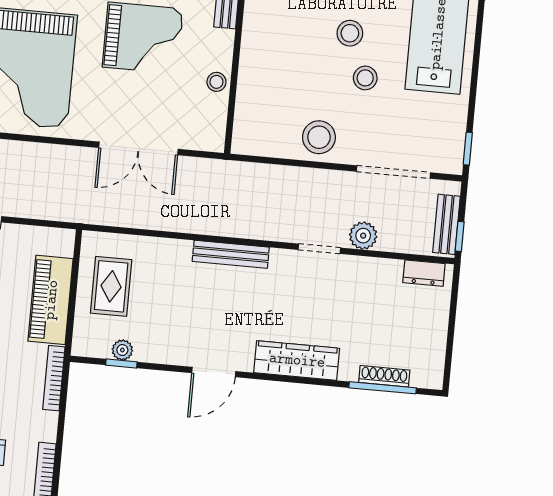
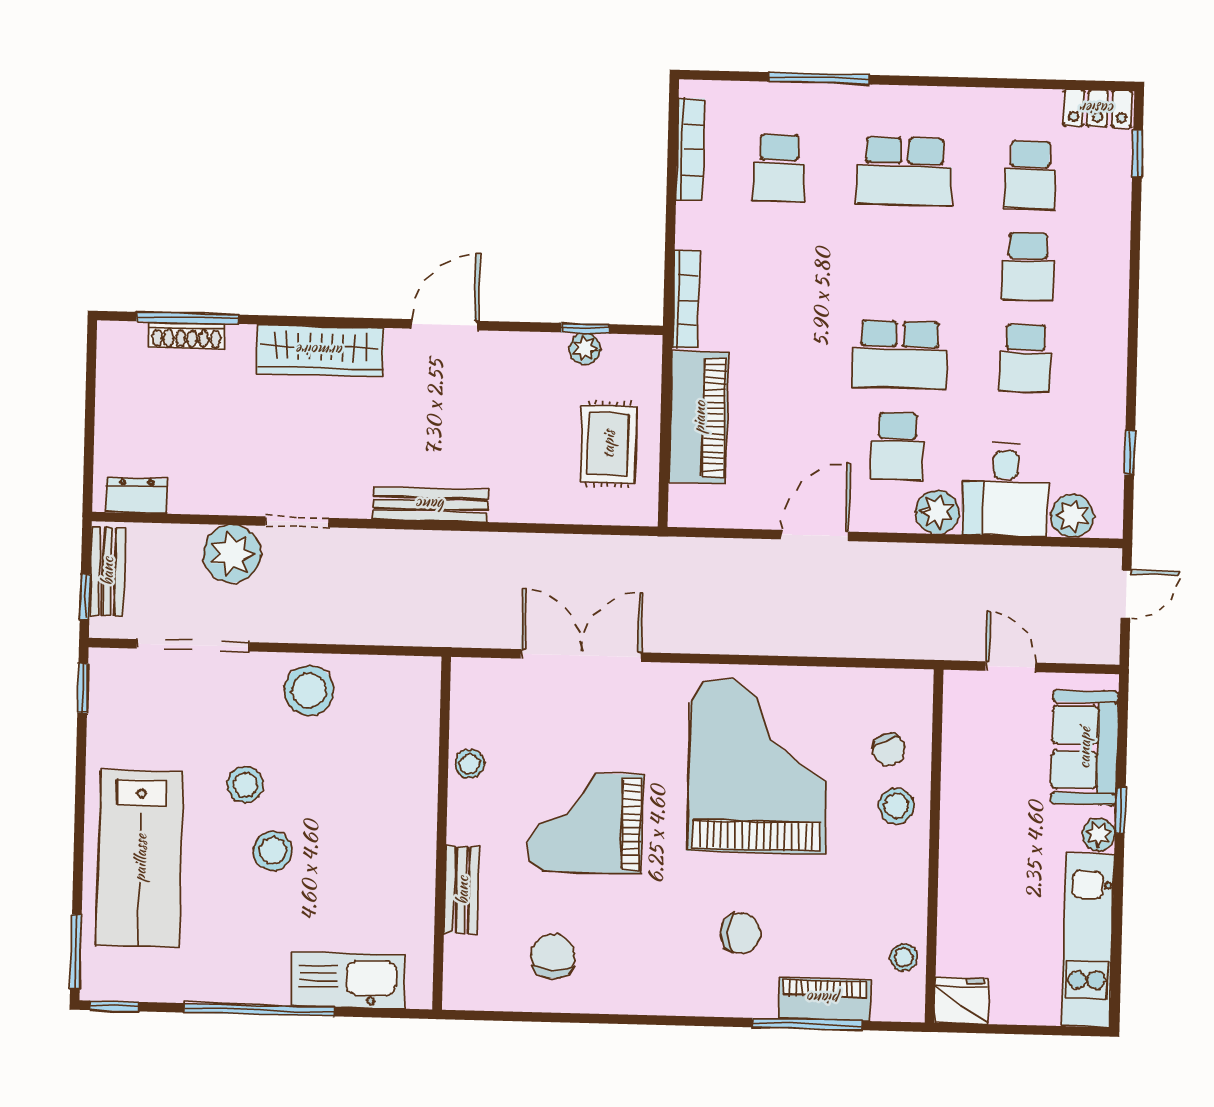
plant: (363, 236) -> (232, 554), width x1.36, depth x1.36
window: (460, 236) -> (85, 597), moved

